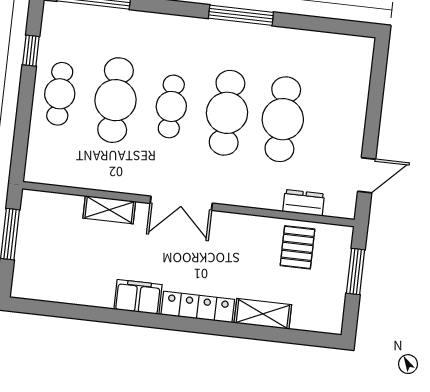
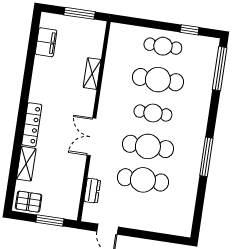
double door: (181, 203) -> (92, 137), moved
pallet: (298, 247) -> (29, 202), moved
filing cabinet: (138, 297) -> (46, 42), moved

